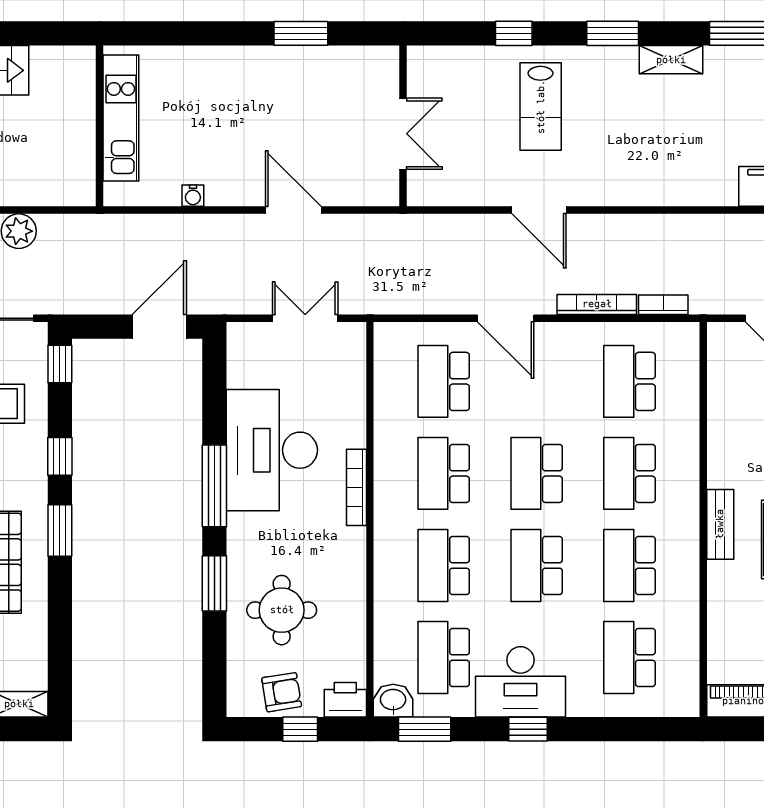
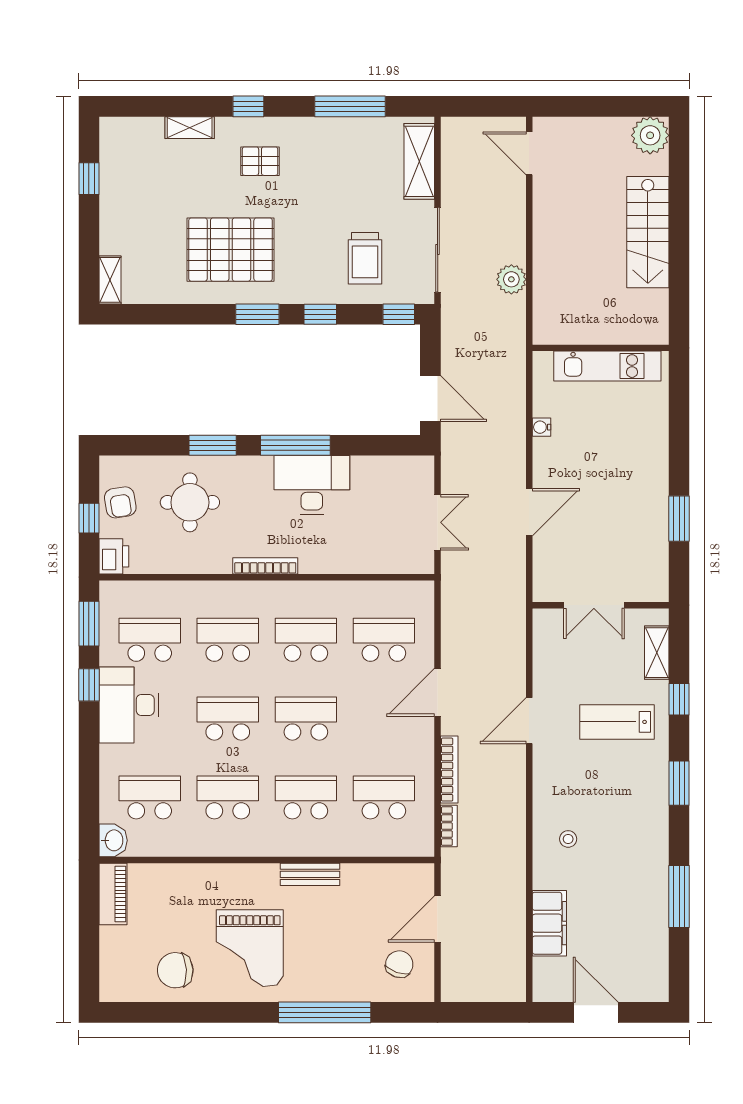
shelving: (671, 60) -> (657, 653), moved
stool: (679, 164) -> (568, 839), added
desk: (272, 450) -> (312, 485), width x0.73, depth x0.77
bookcase: (357, 487) -> (265, 566), moved
bench: (720, 524) -> (310, 874), moved
washbasin: (393, 701) -> (113, 840), moved
window: (528, 729) -> (89, 685), moved

